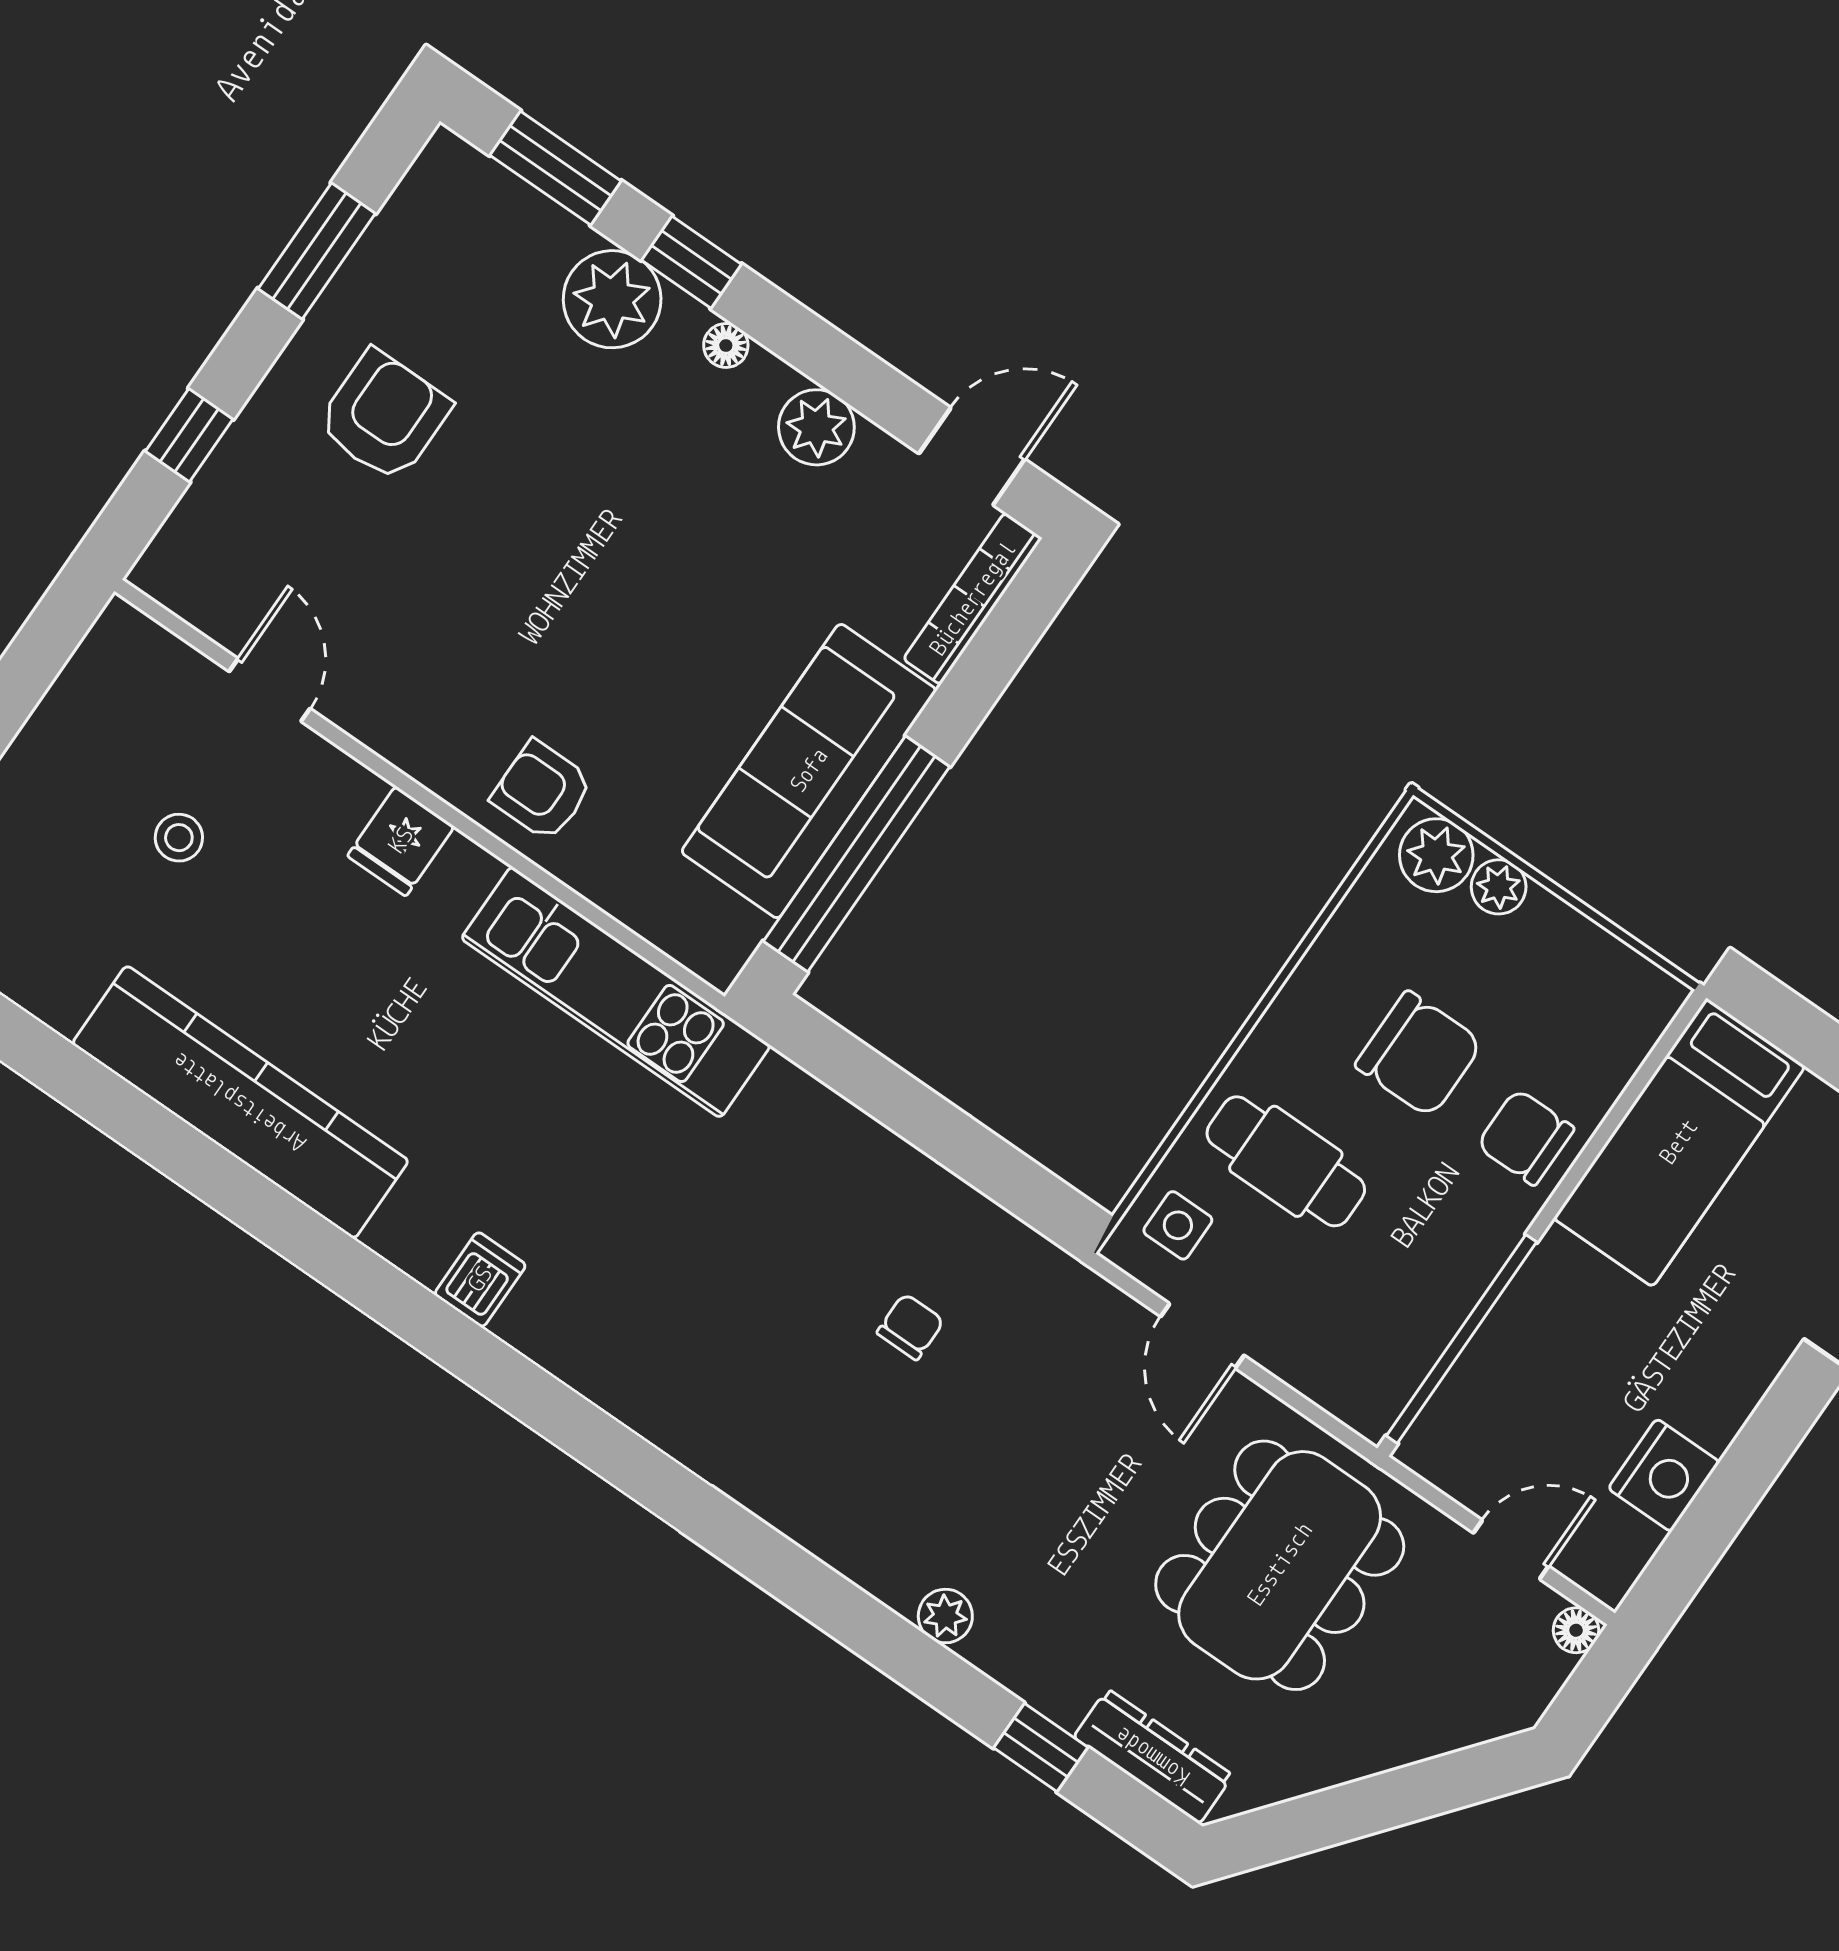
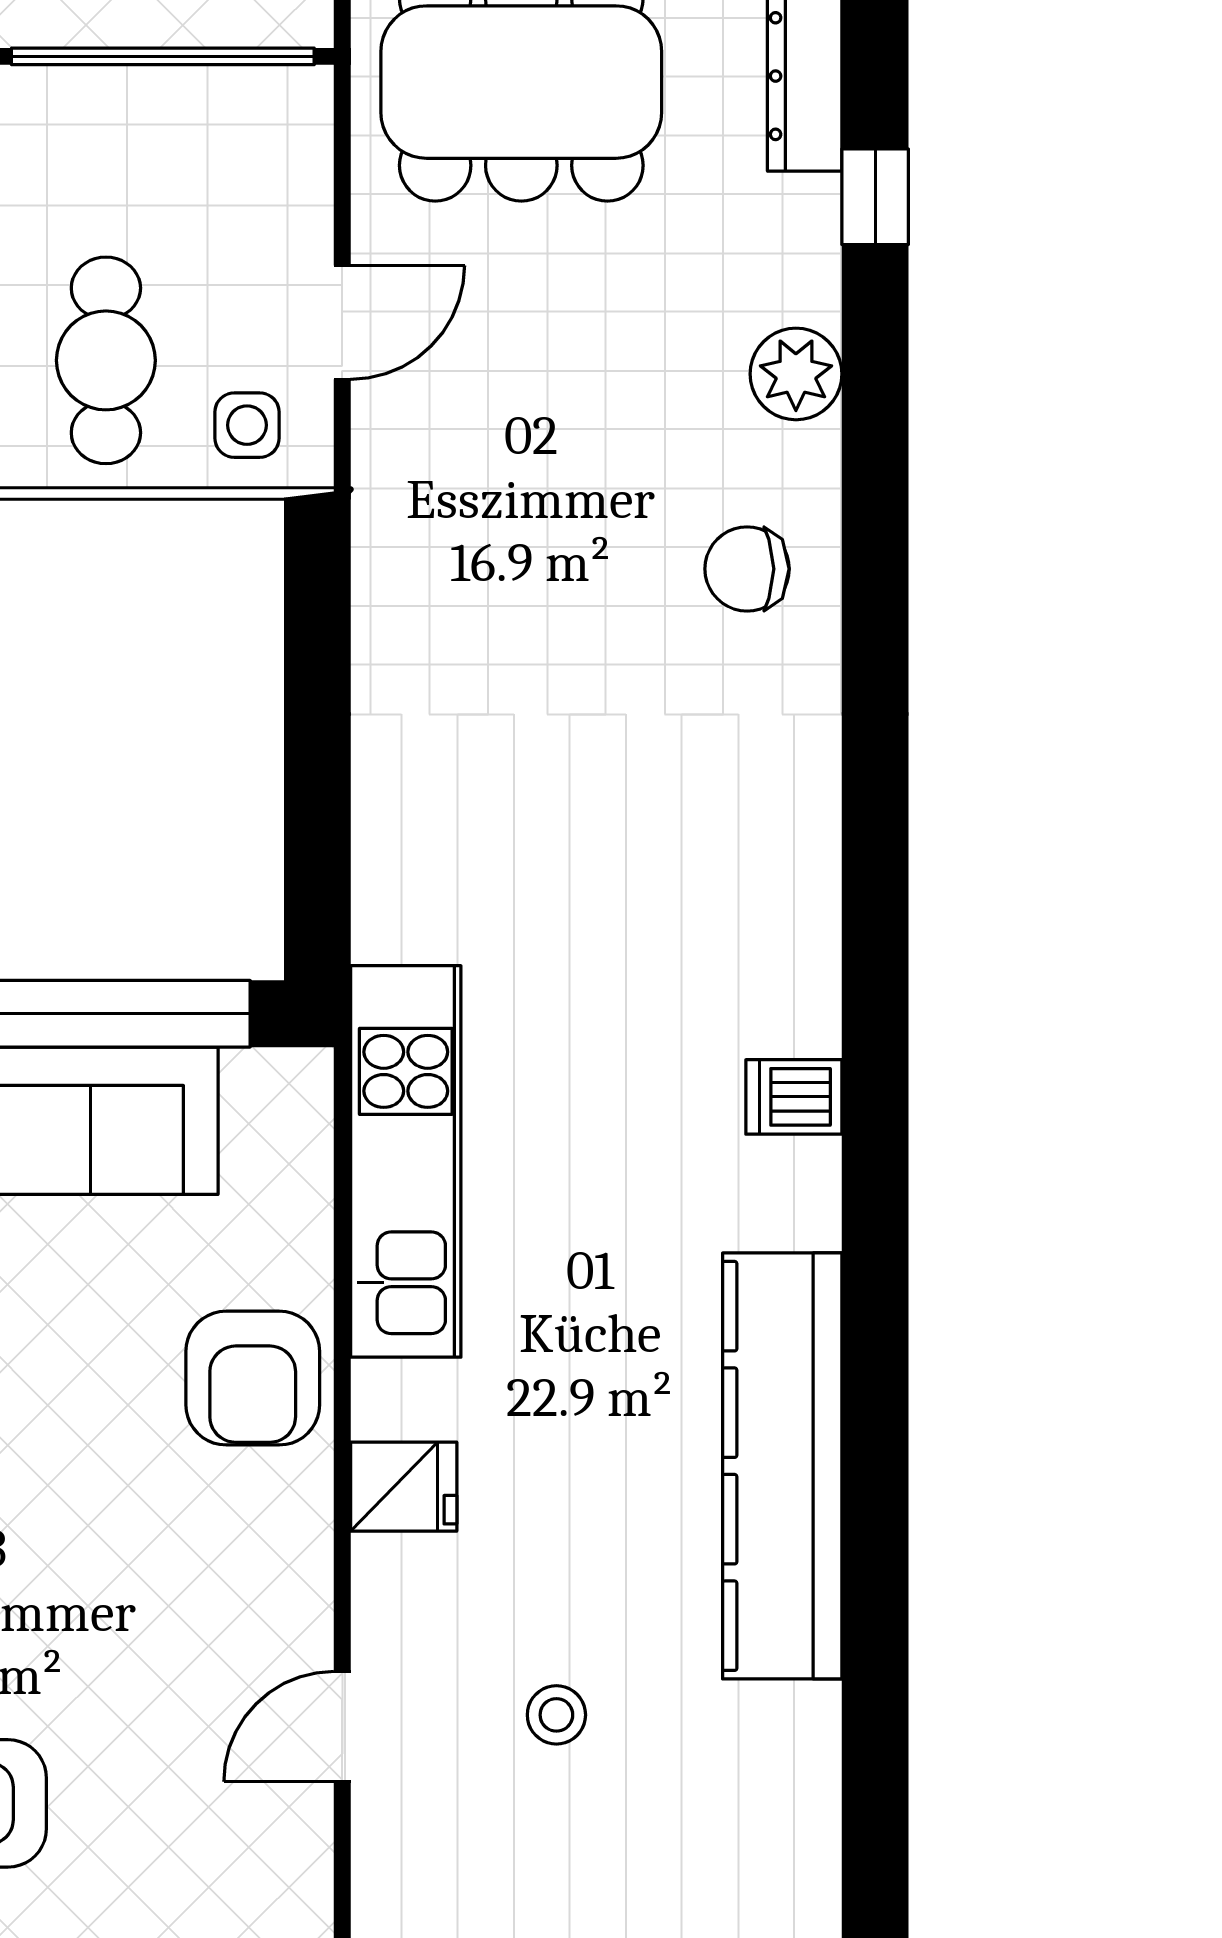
armchair: (542, 791) -> (253, 1378), width x1.38, depth x1.38
chair: (910, 1327) -> (747, 569), moved, width x1.37, depth x1.37
plant: (945, 1616) -> (796, 374), width x1.38, depth x1.38

